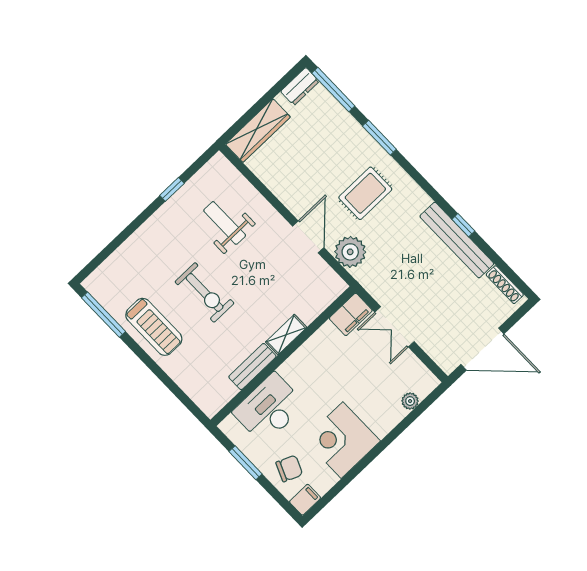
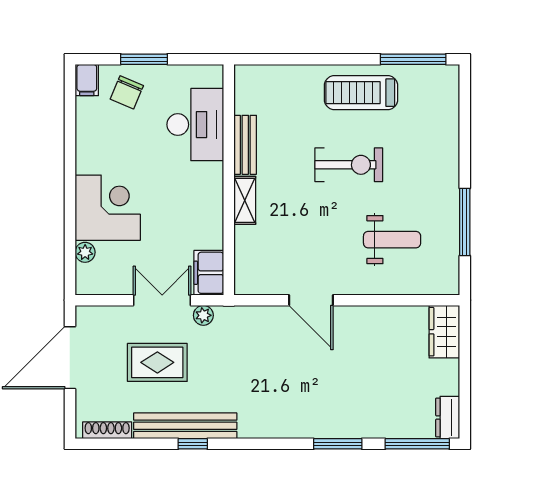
wardrobe: (258, 131) -> (444, 332), width x0.67
window: (172, 189) -> (465, 222), width x2.17
rug: (365, 193) -> (157, 362), moved, turned 90
plant: (350, 252) -> (203, 315), moved, width x0.53, depth x0.53
exercise bike: (205, 292) -> (349, 165), turned 180
corner desk: (342, 440) -> (108, 208), moved
window: (246, 463) -> (144, 59), moved

